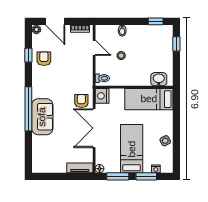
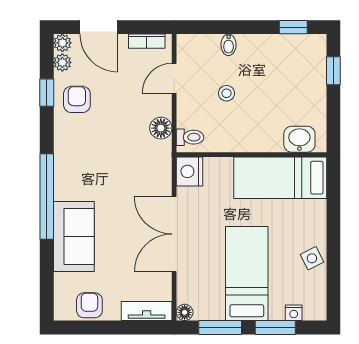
plant: (36, 40) -> (62, 62), added
door: (94, 48) -> (174, 78), swing flipped
floor lamp: (87, 73) -> (161, 128), added
armchair: (81, 101) -> (89, 305), moved
sofa: (42, 117) -> (74, 237), moved

